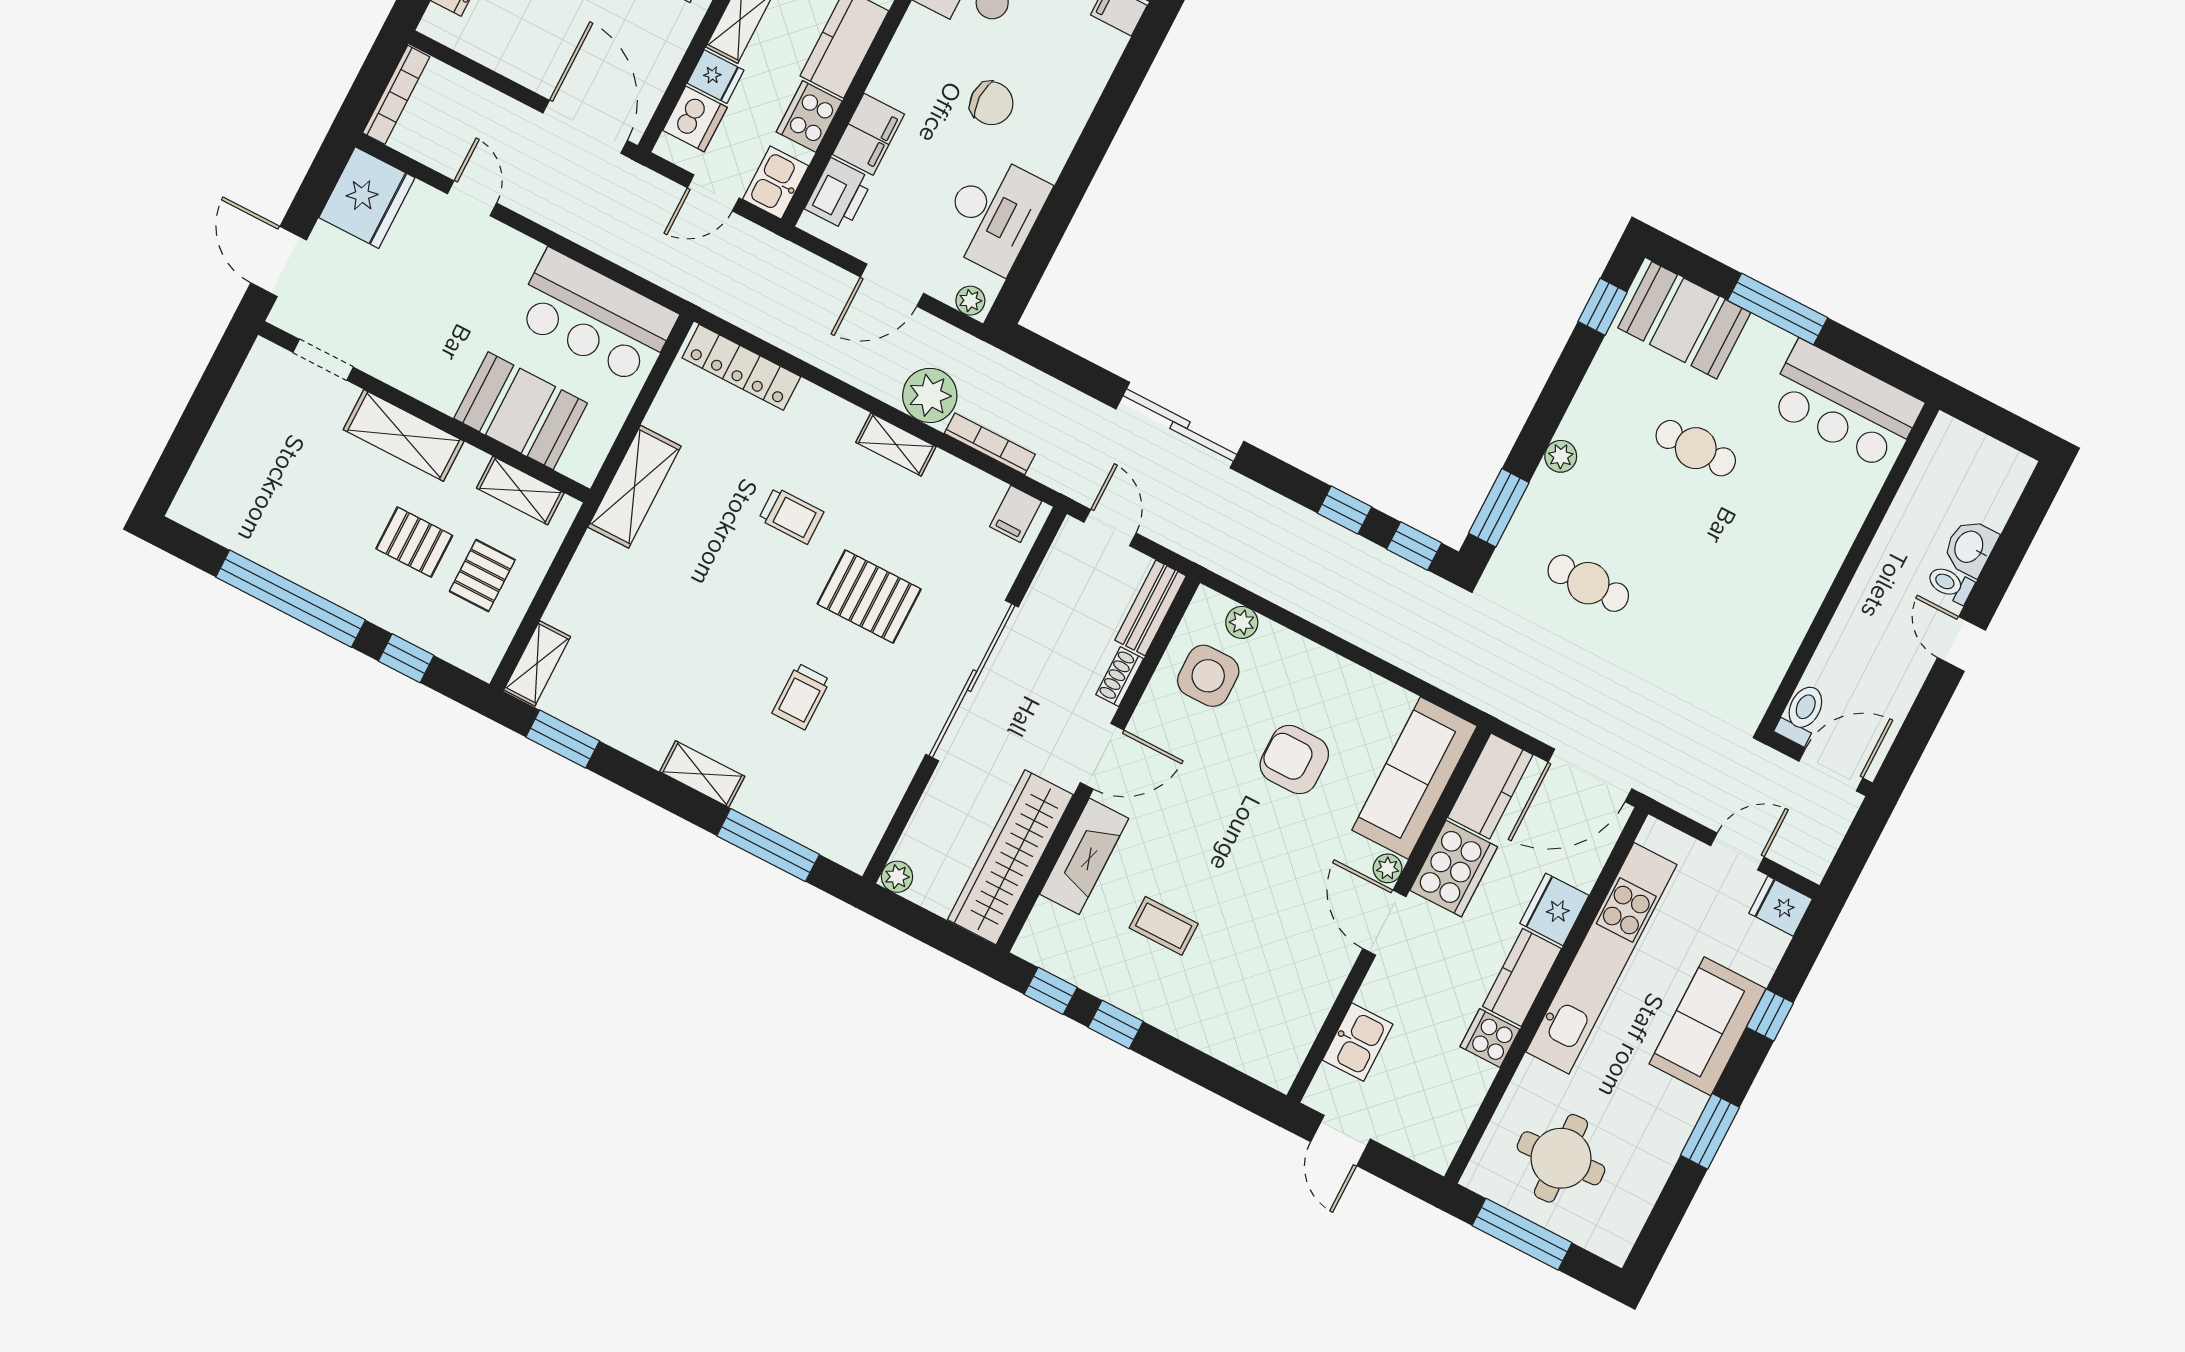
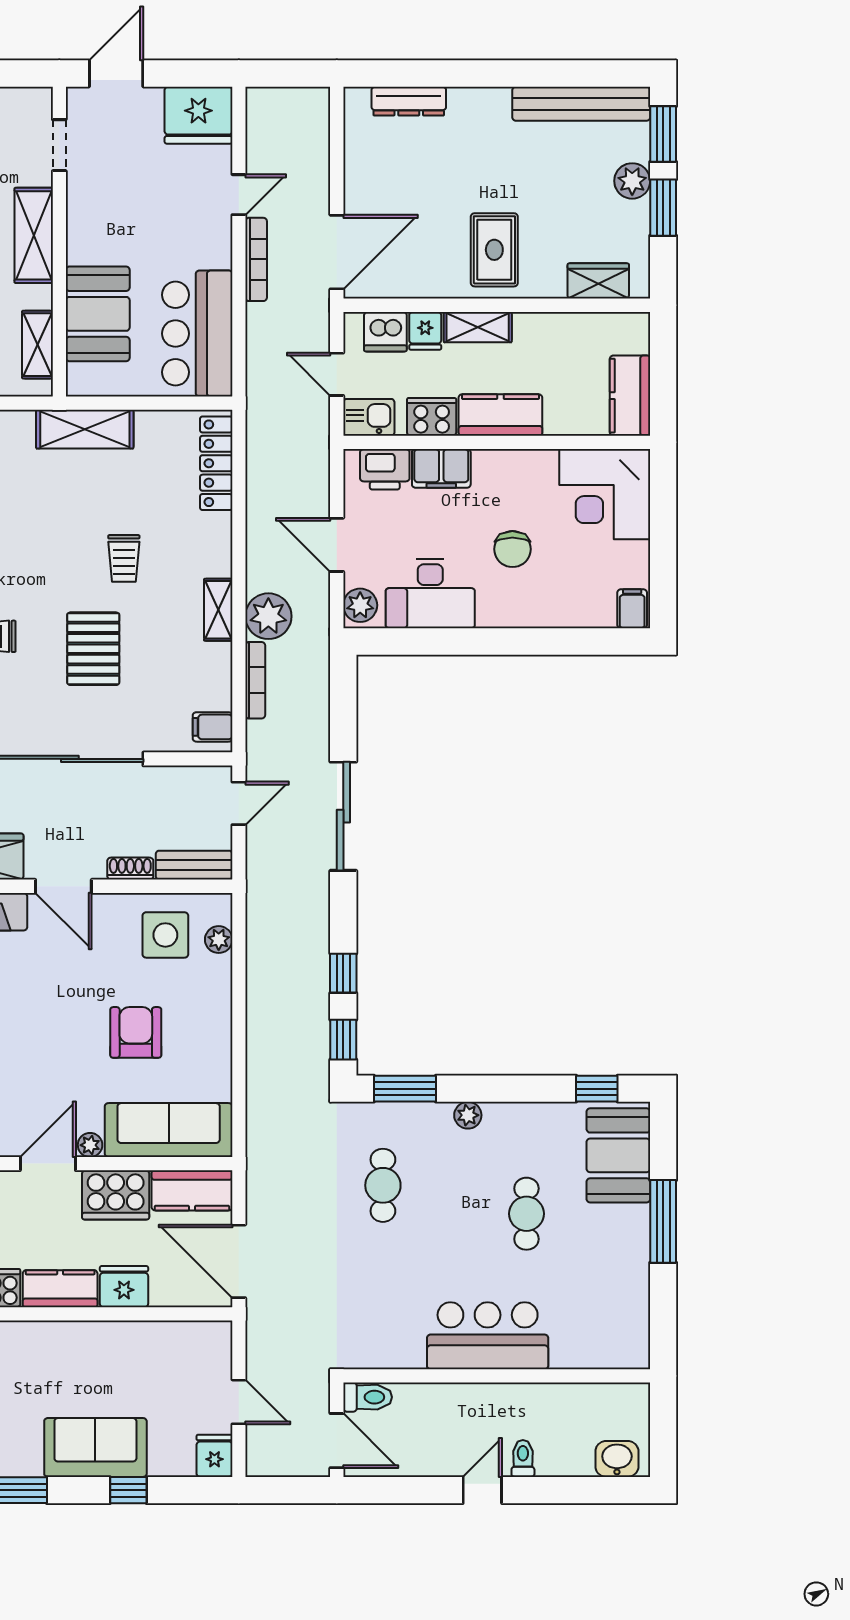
bookcase: (396, 95) -> (256, 259), moved, turned -90
plant: (970, 301) -> (360, 605), width x1.38, depth x1.38
bar counter: (1844, 405) -> (488, 1336), moved, turned 90
washbasin: (1970, 547) -> (617, 1459), moved
kitchen unit: (1601, 958) -> (106, 1341), removed

